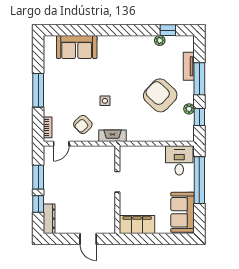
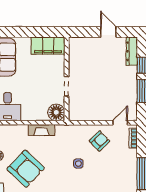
fireplace: (113, 136) -> (42, 130), moved
floor lamp: (128, 154) -> (56, 112), added
door: (88, 239) -> (108, 32), moved

